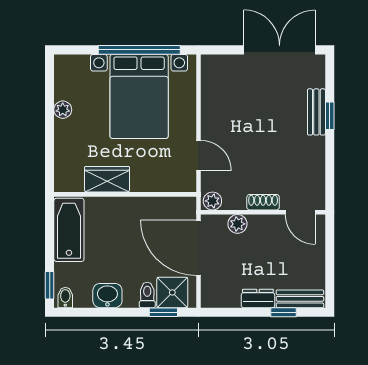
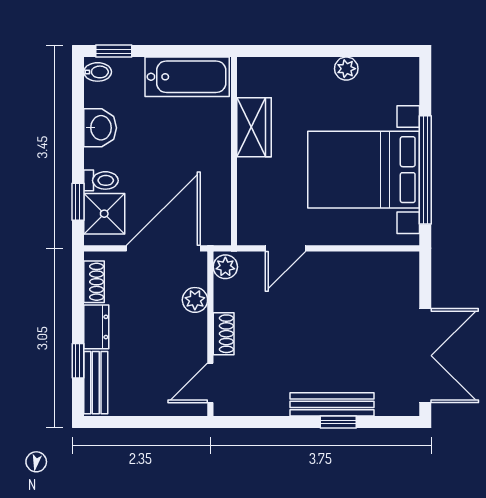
bench: (316, 112) -> (332, 404), width x1.36
shoe rack: (224, 300) -> (94, 282), added

